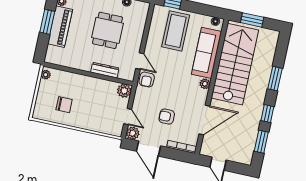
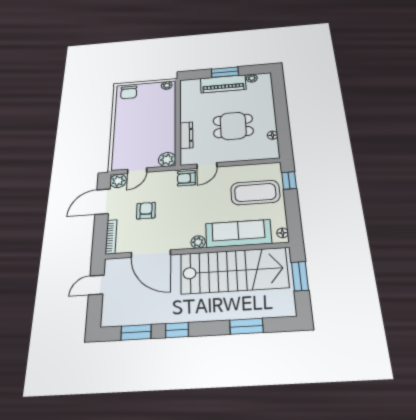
window: (275, 79) -> (246, 326), moved
chair: (64, 105) -> (129, 92), moved

